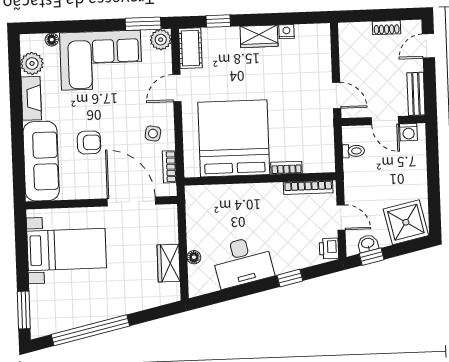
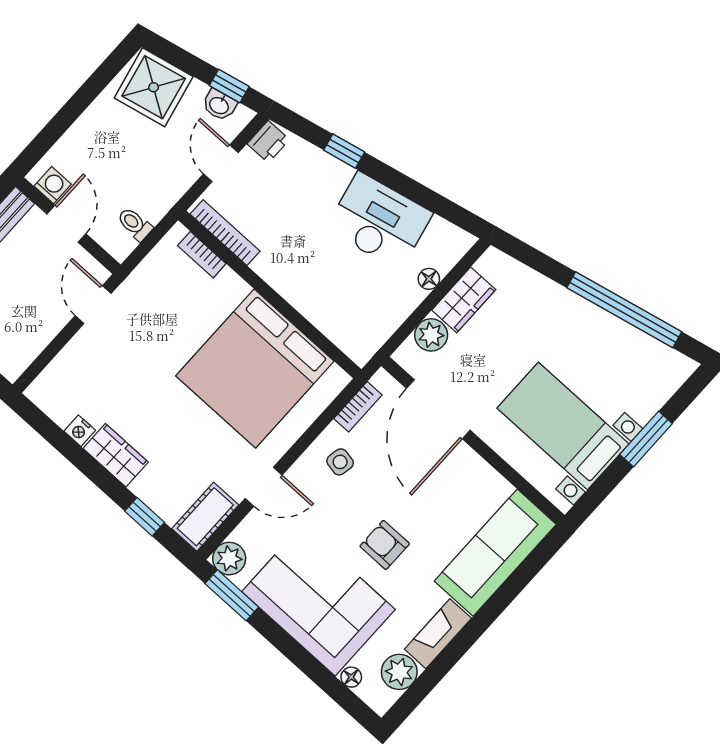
armchair: (89, 142) -> (385, 545), moved
bookcase: (286, 168) -> (202, 255), moved
plant: (168, 232) -> (431, 335), added
window: (24, 310) -> (646, 439), moved

